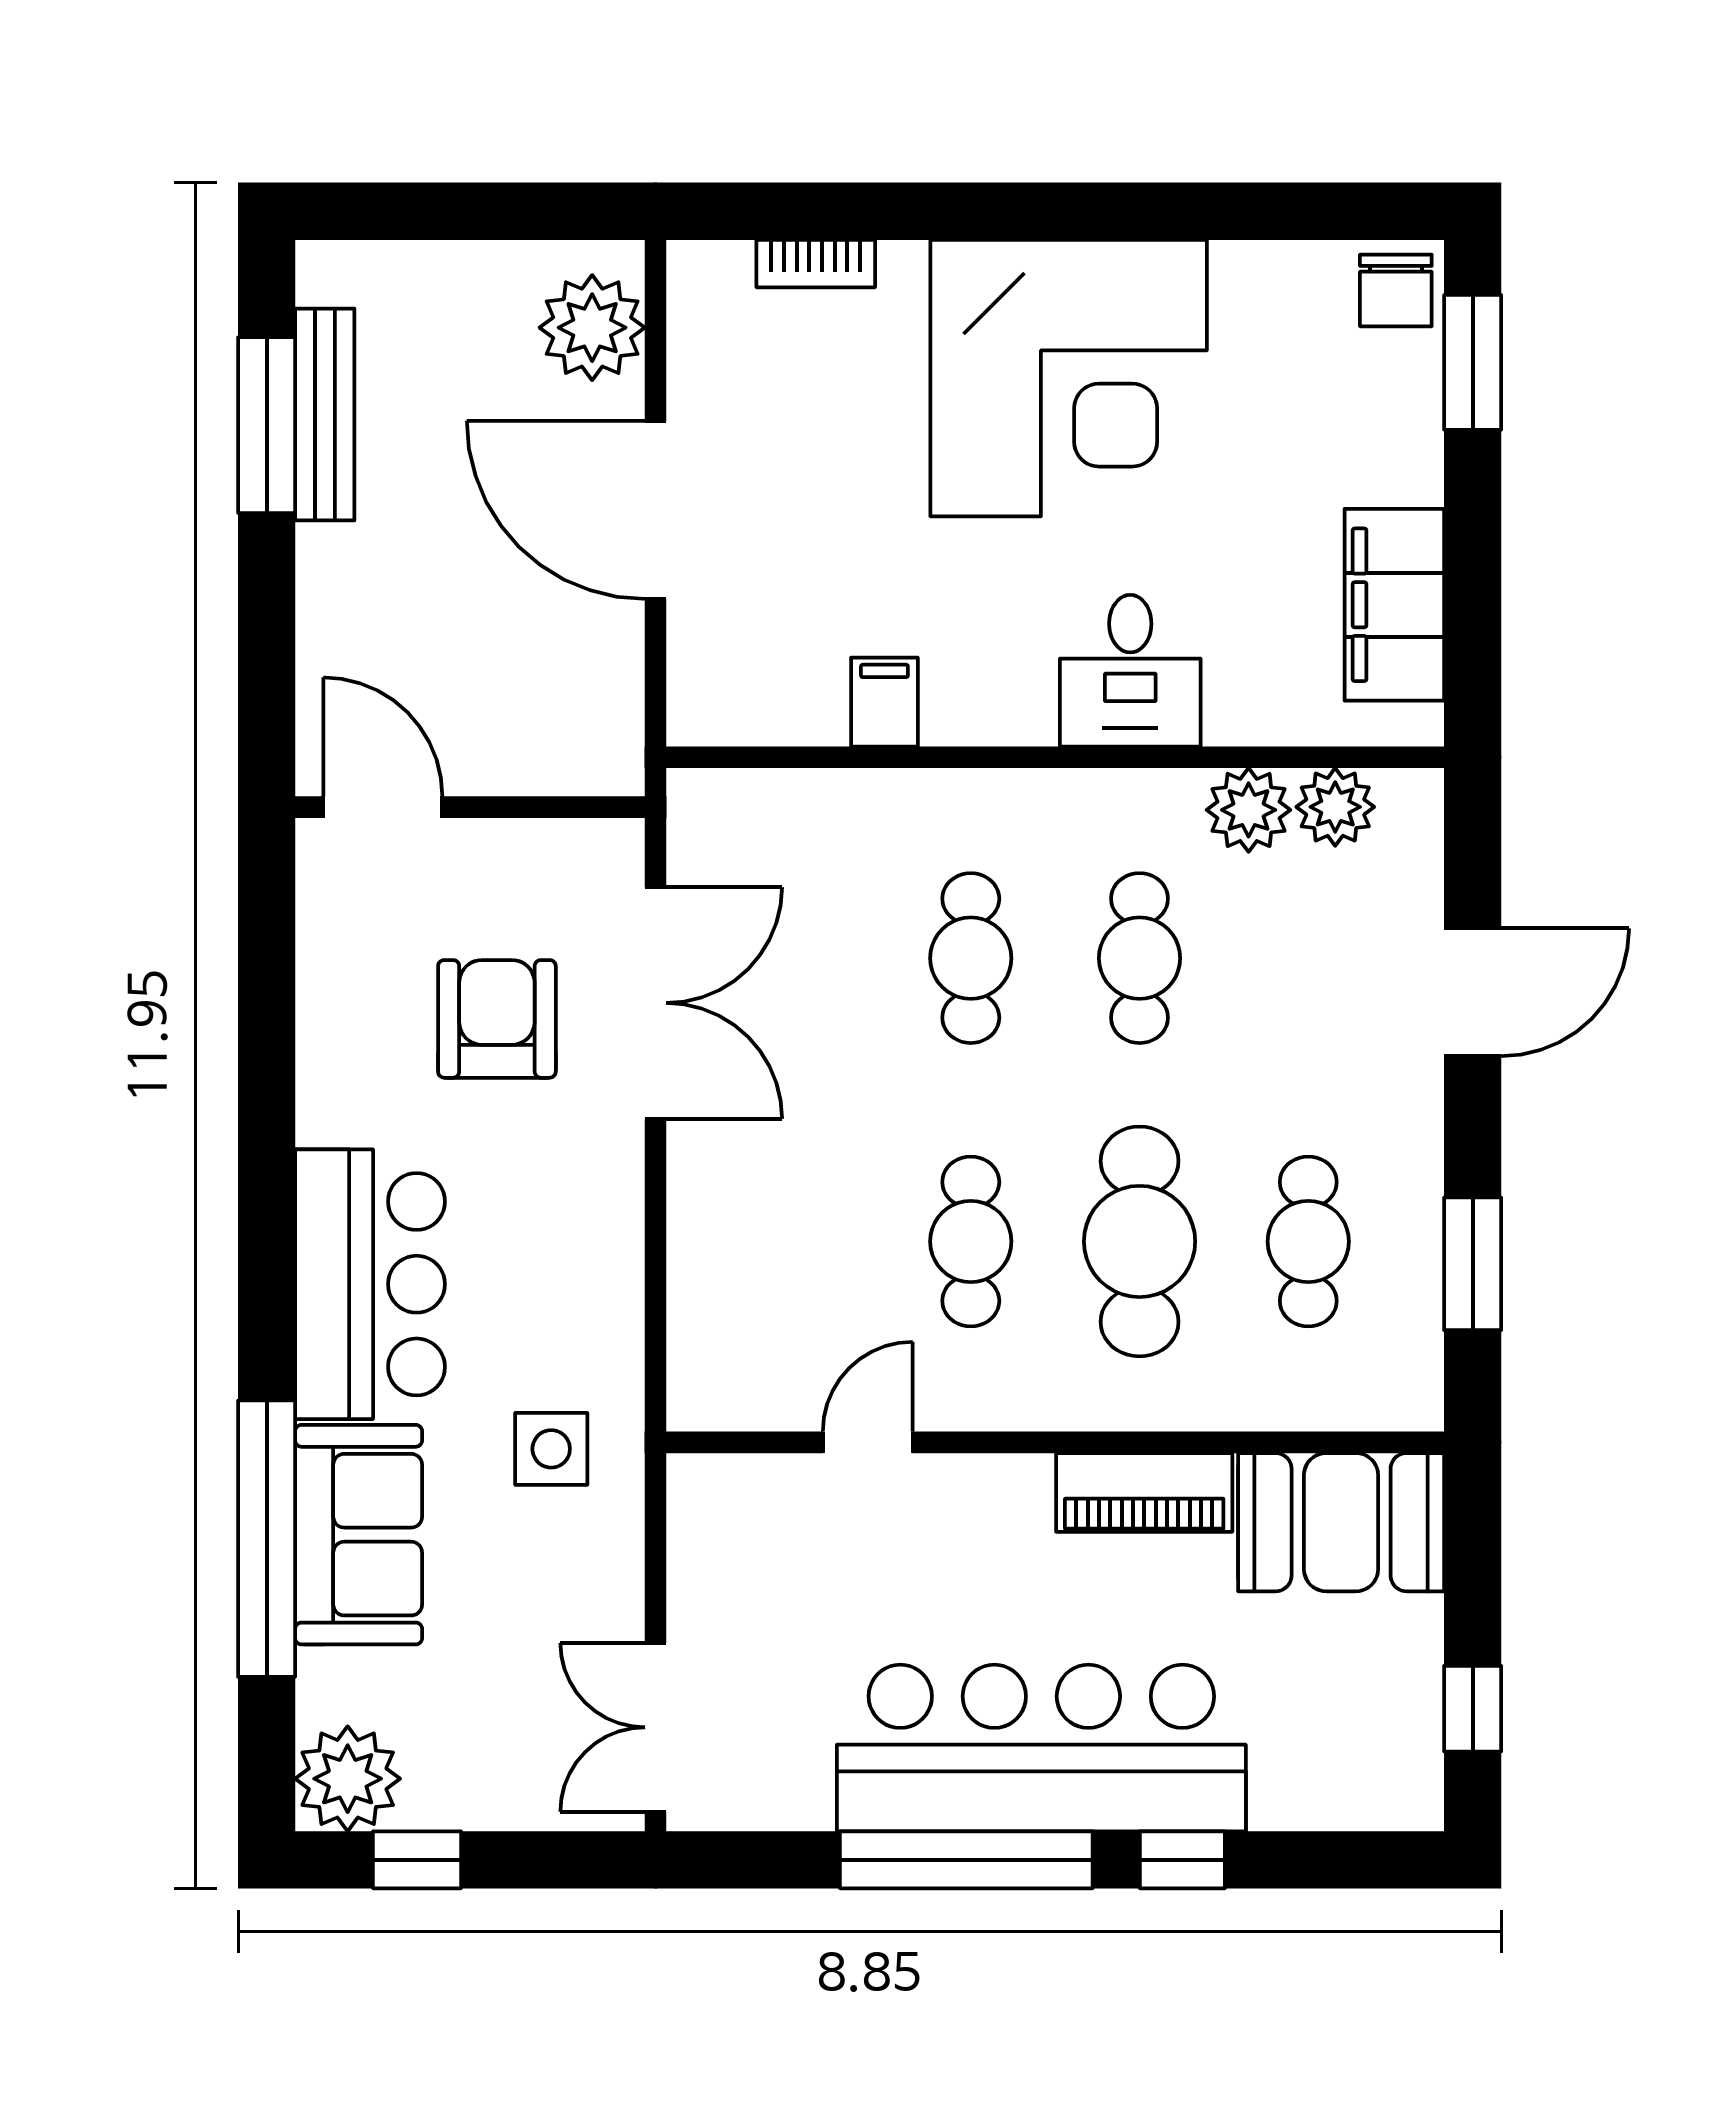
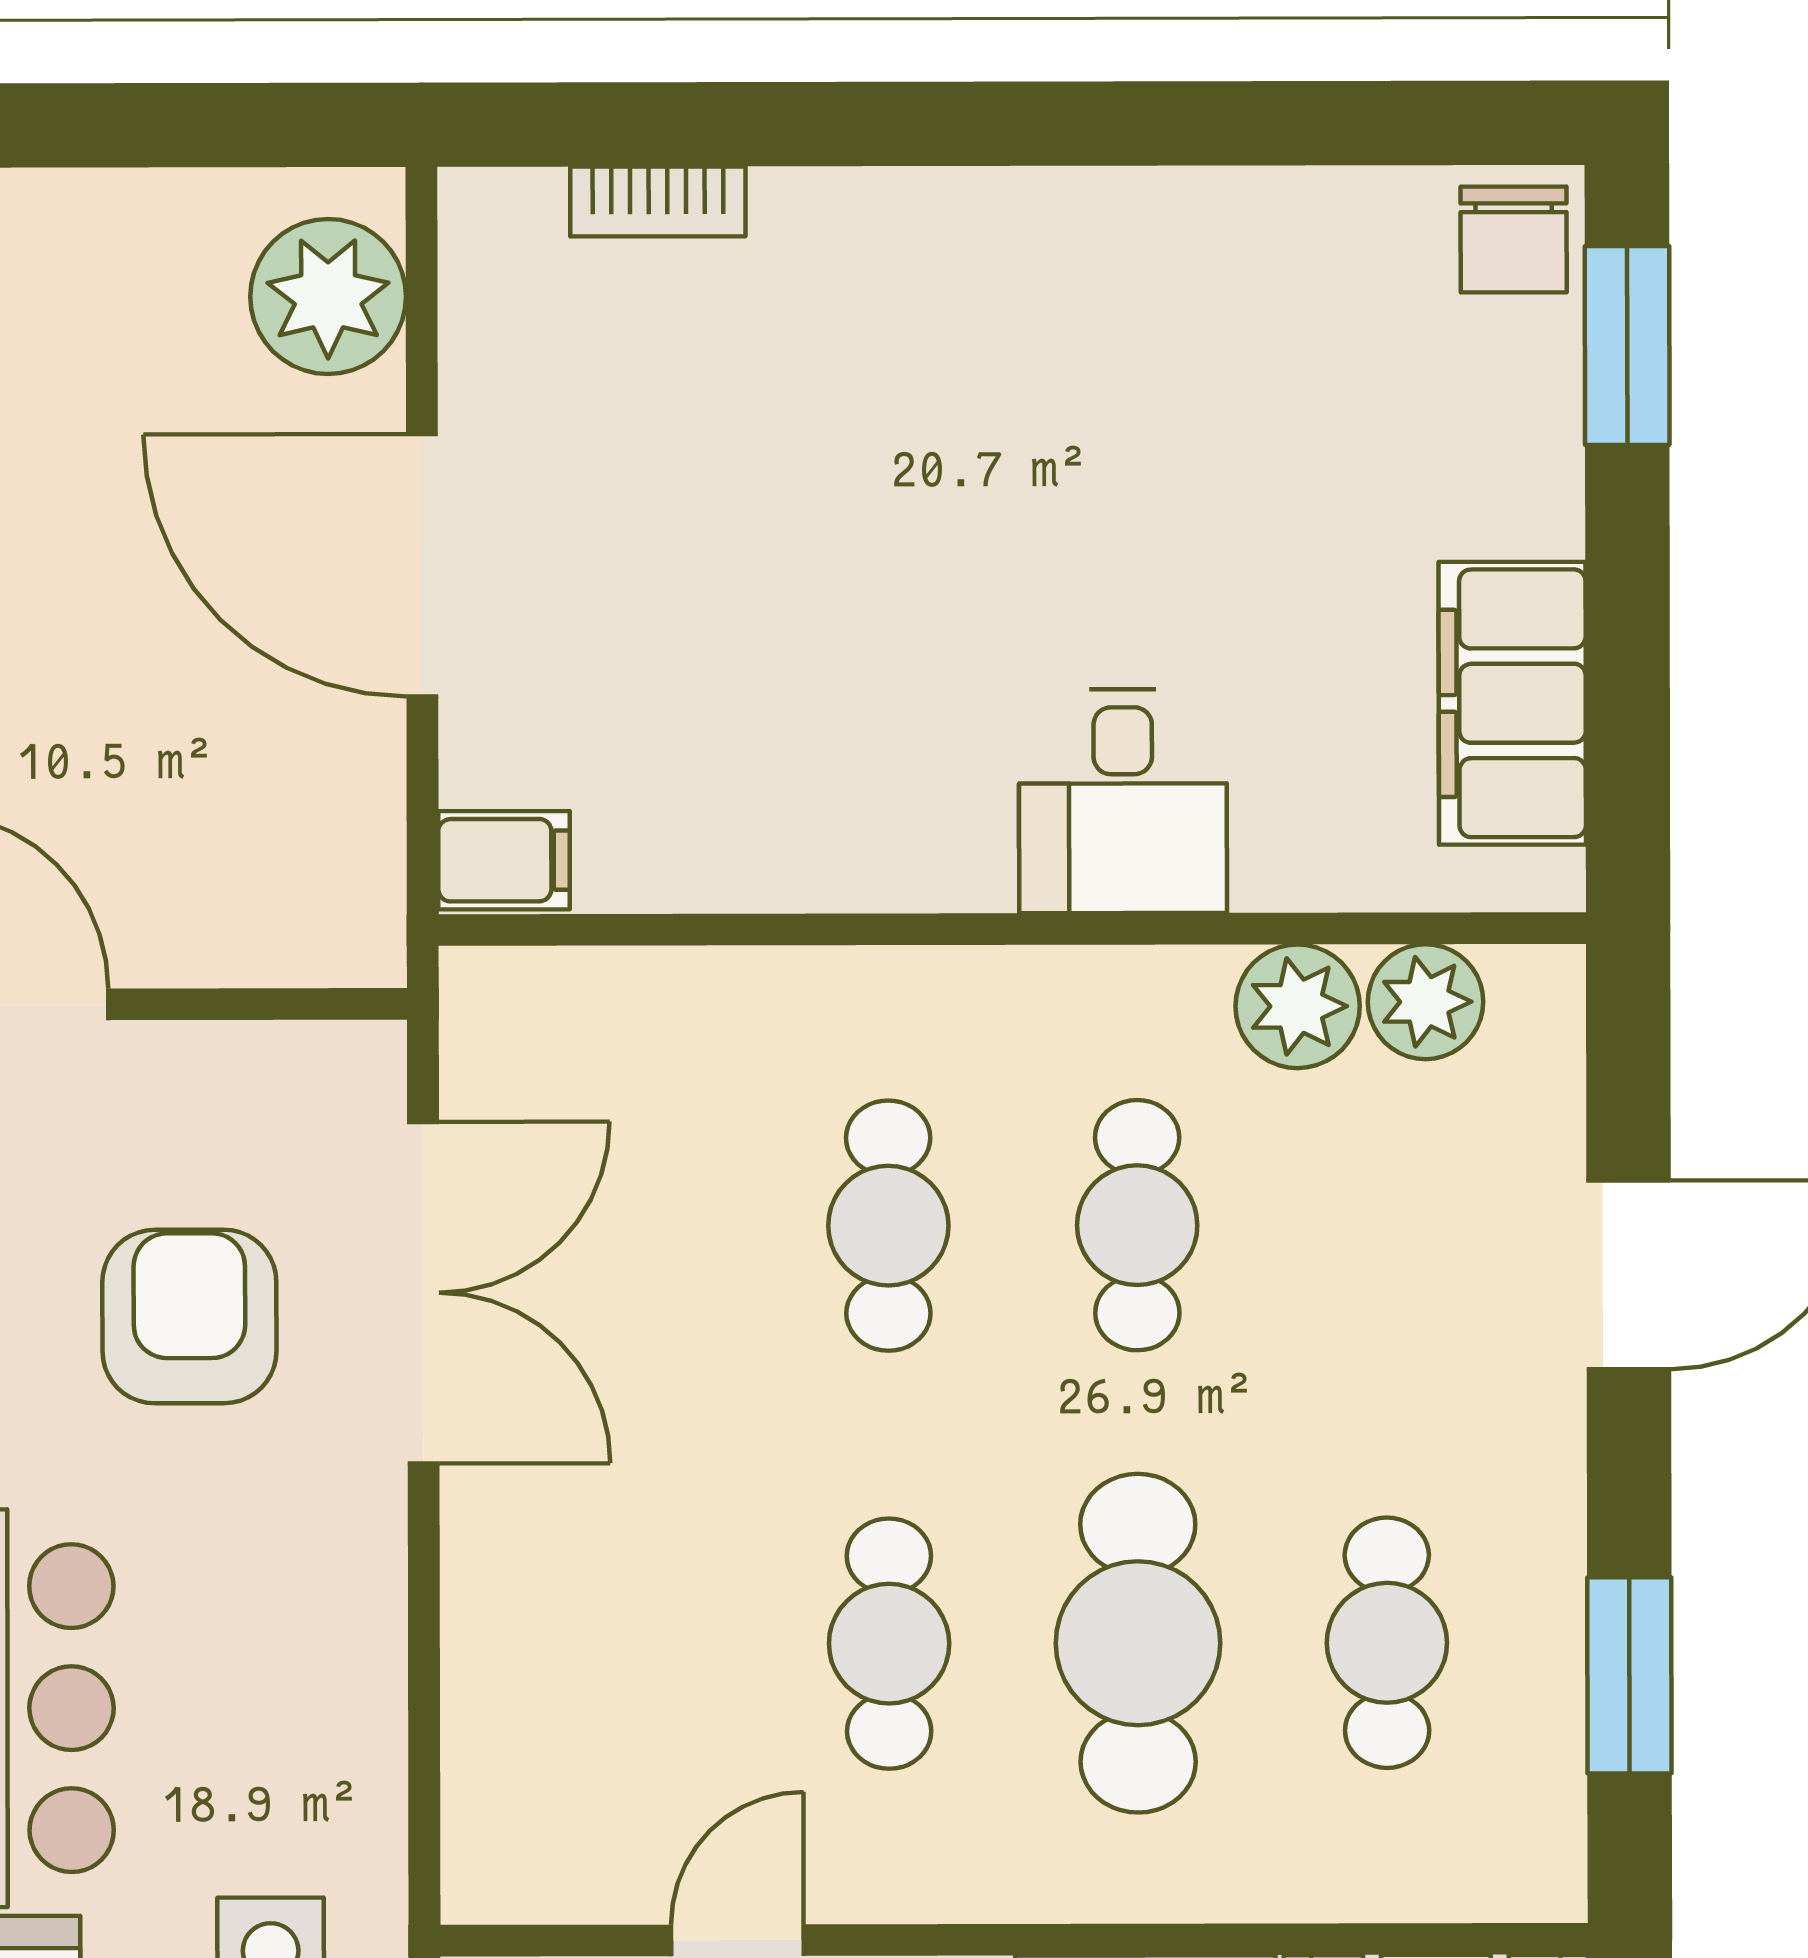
corner desk: (1069, 378) -> (1031, 370), removed
filing cabinet: (884, 702) -> (504, 860), moved, turned 90

